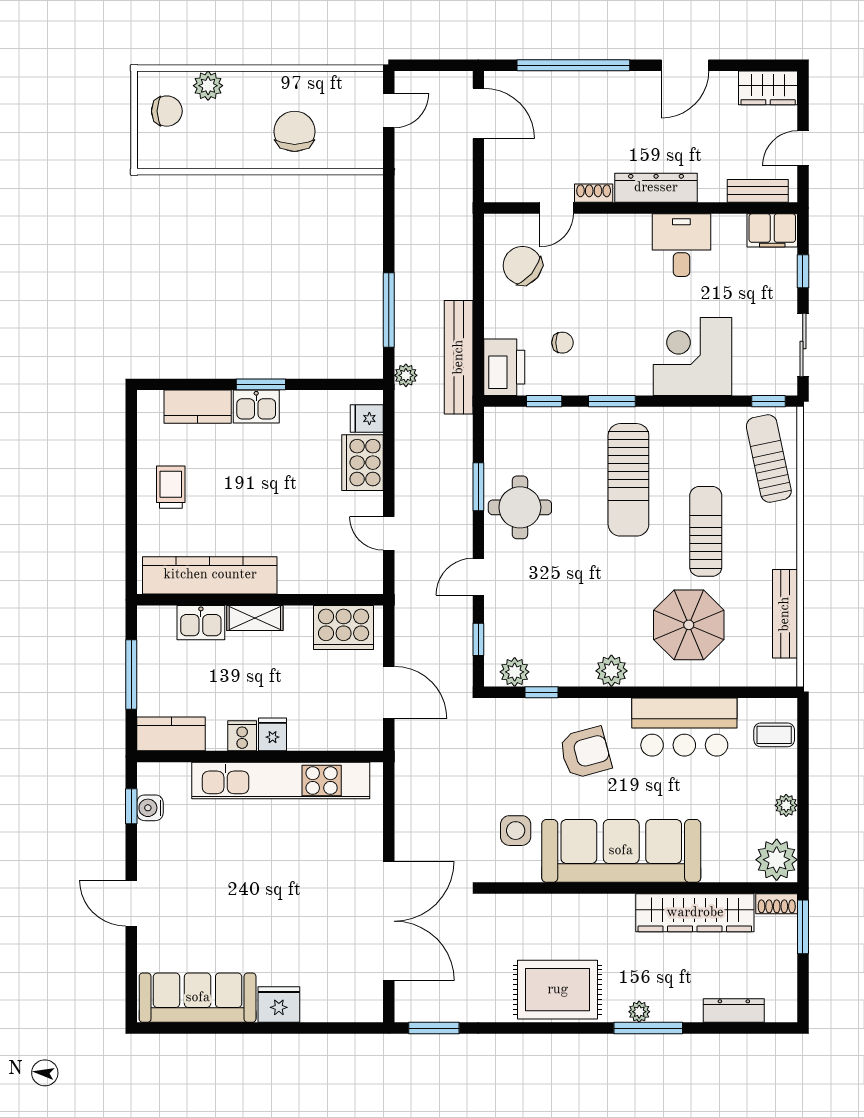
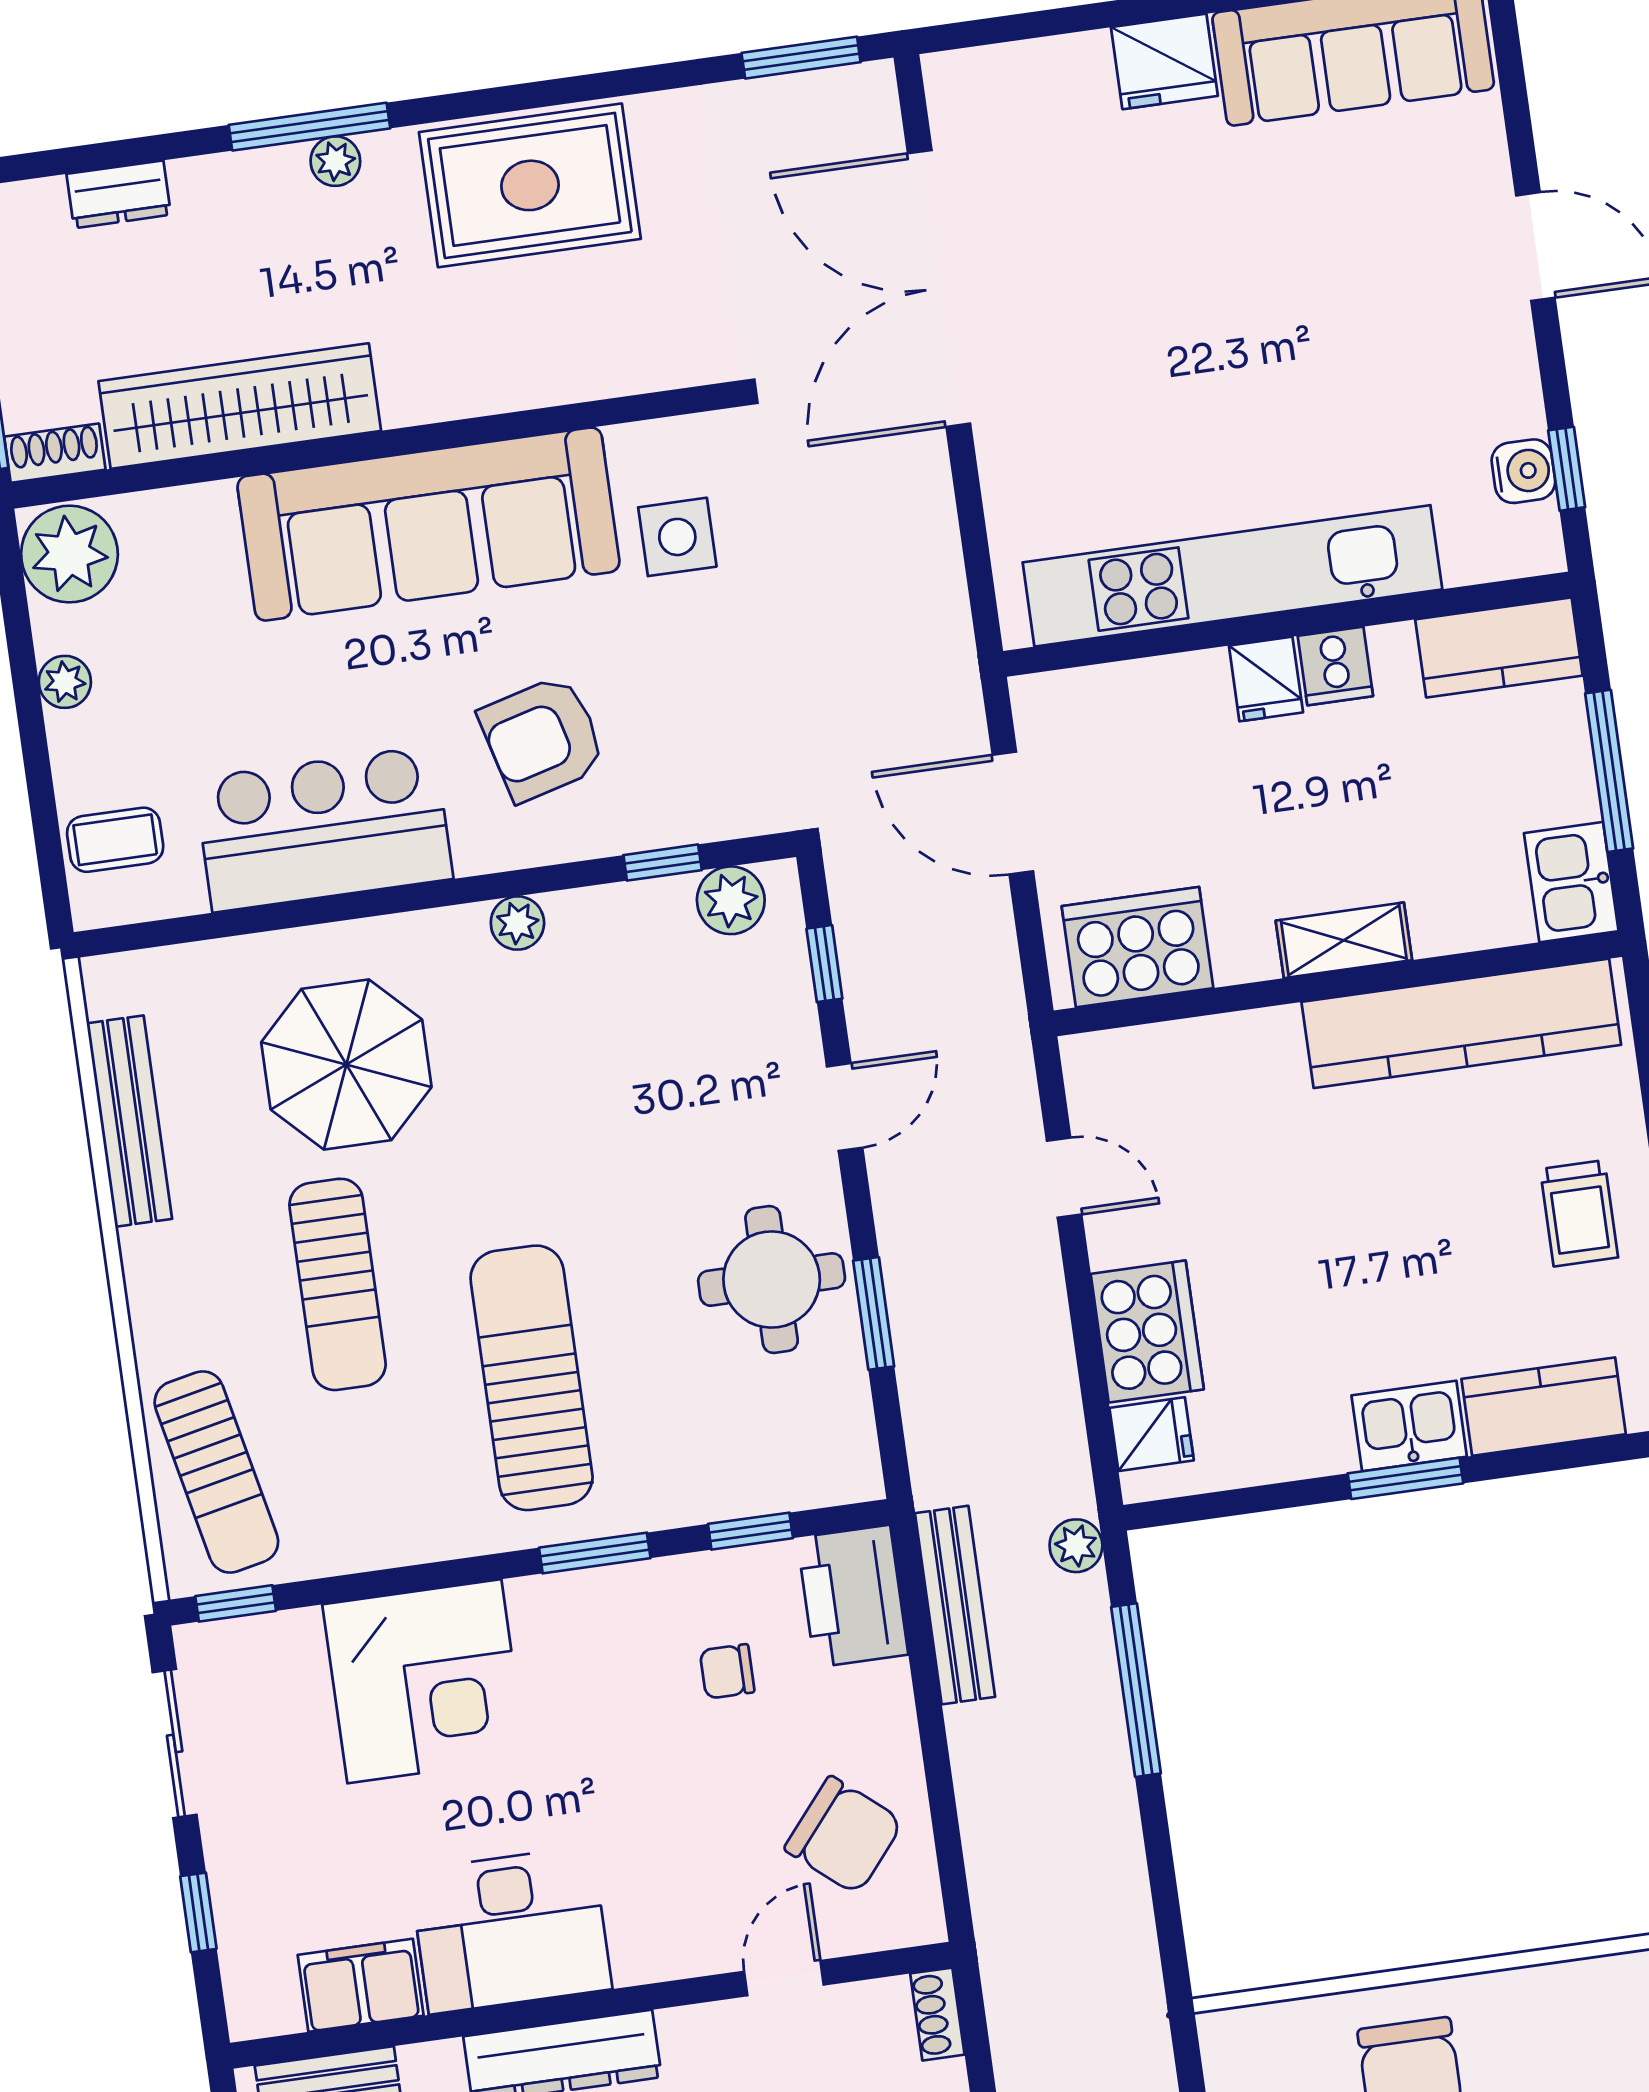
shoe rack: (594, 193) -> (937, 2014), moved, turned 90
filing cabinet: (772, 230) -> (361, 1985), moved
desk: (681, 245) -> (511, 1930), width x1.37
bench: (459, 357) -> (955, 1605), width x0.73, depth x0.82
kitchen sink: (201, 623) -> (1571, 882), moved, turned -90
plant: (611, 671) -> (517, 923), width x0.73, depth x0.73
dresser: (734, 1011) -> (119, 194), width x0.70

